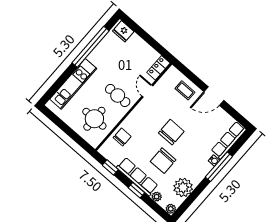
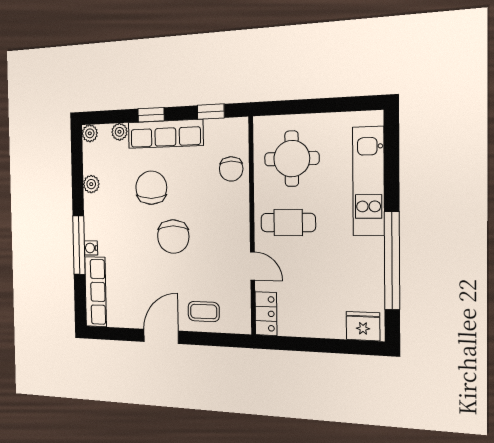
plant: (183, 188) -> (91, 184), width x0.53, depth x0.53

